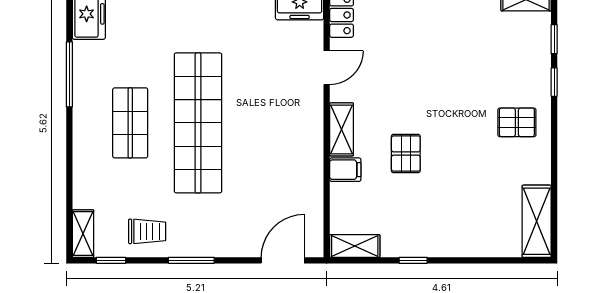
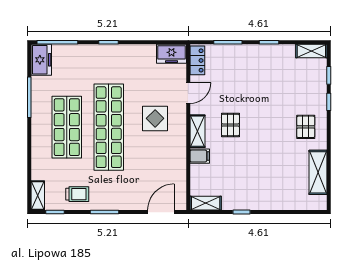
display table: (273, 109) -> (155, 118), added
pallet: (517, 122) -> (306, 127), turned 90
shop shelf: (130, 123) -> (67, 127), width x1.43, depth x1.36
pallet: (406, 153) -> (230, 125), moved
shelving: (537, 221) -> (318, 172), moved

